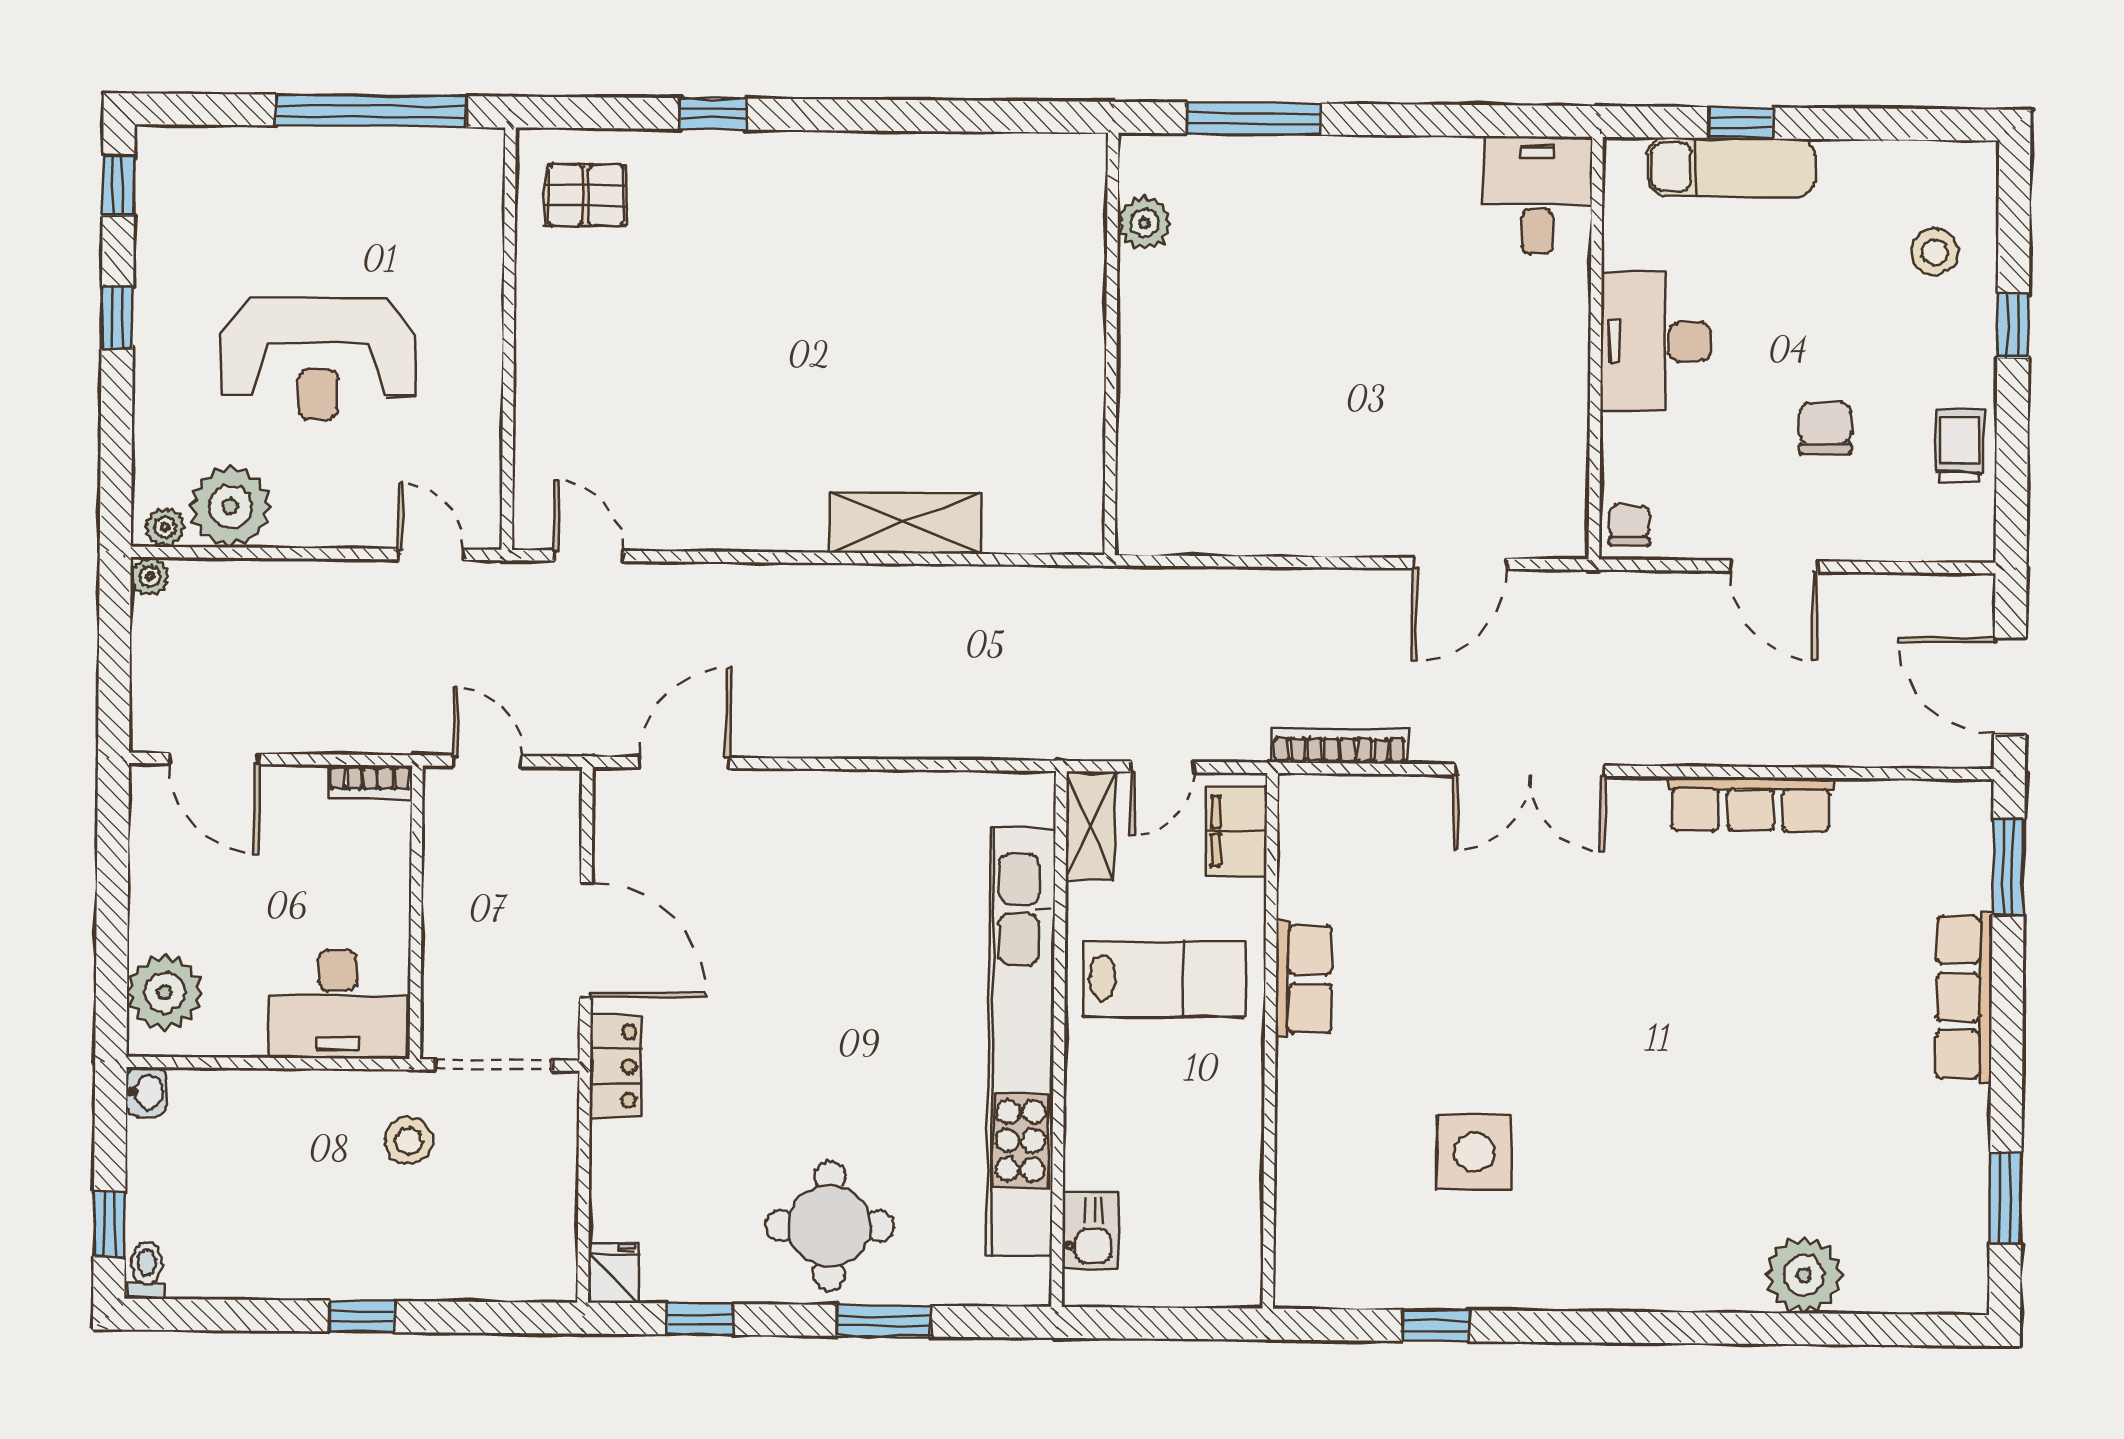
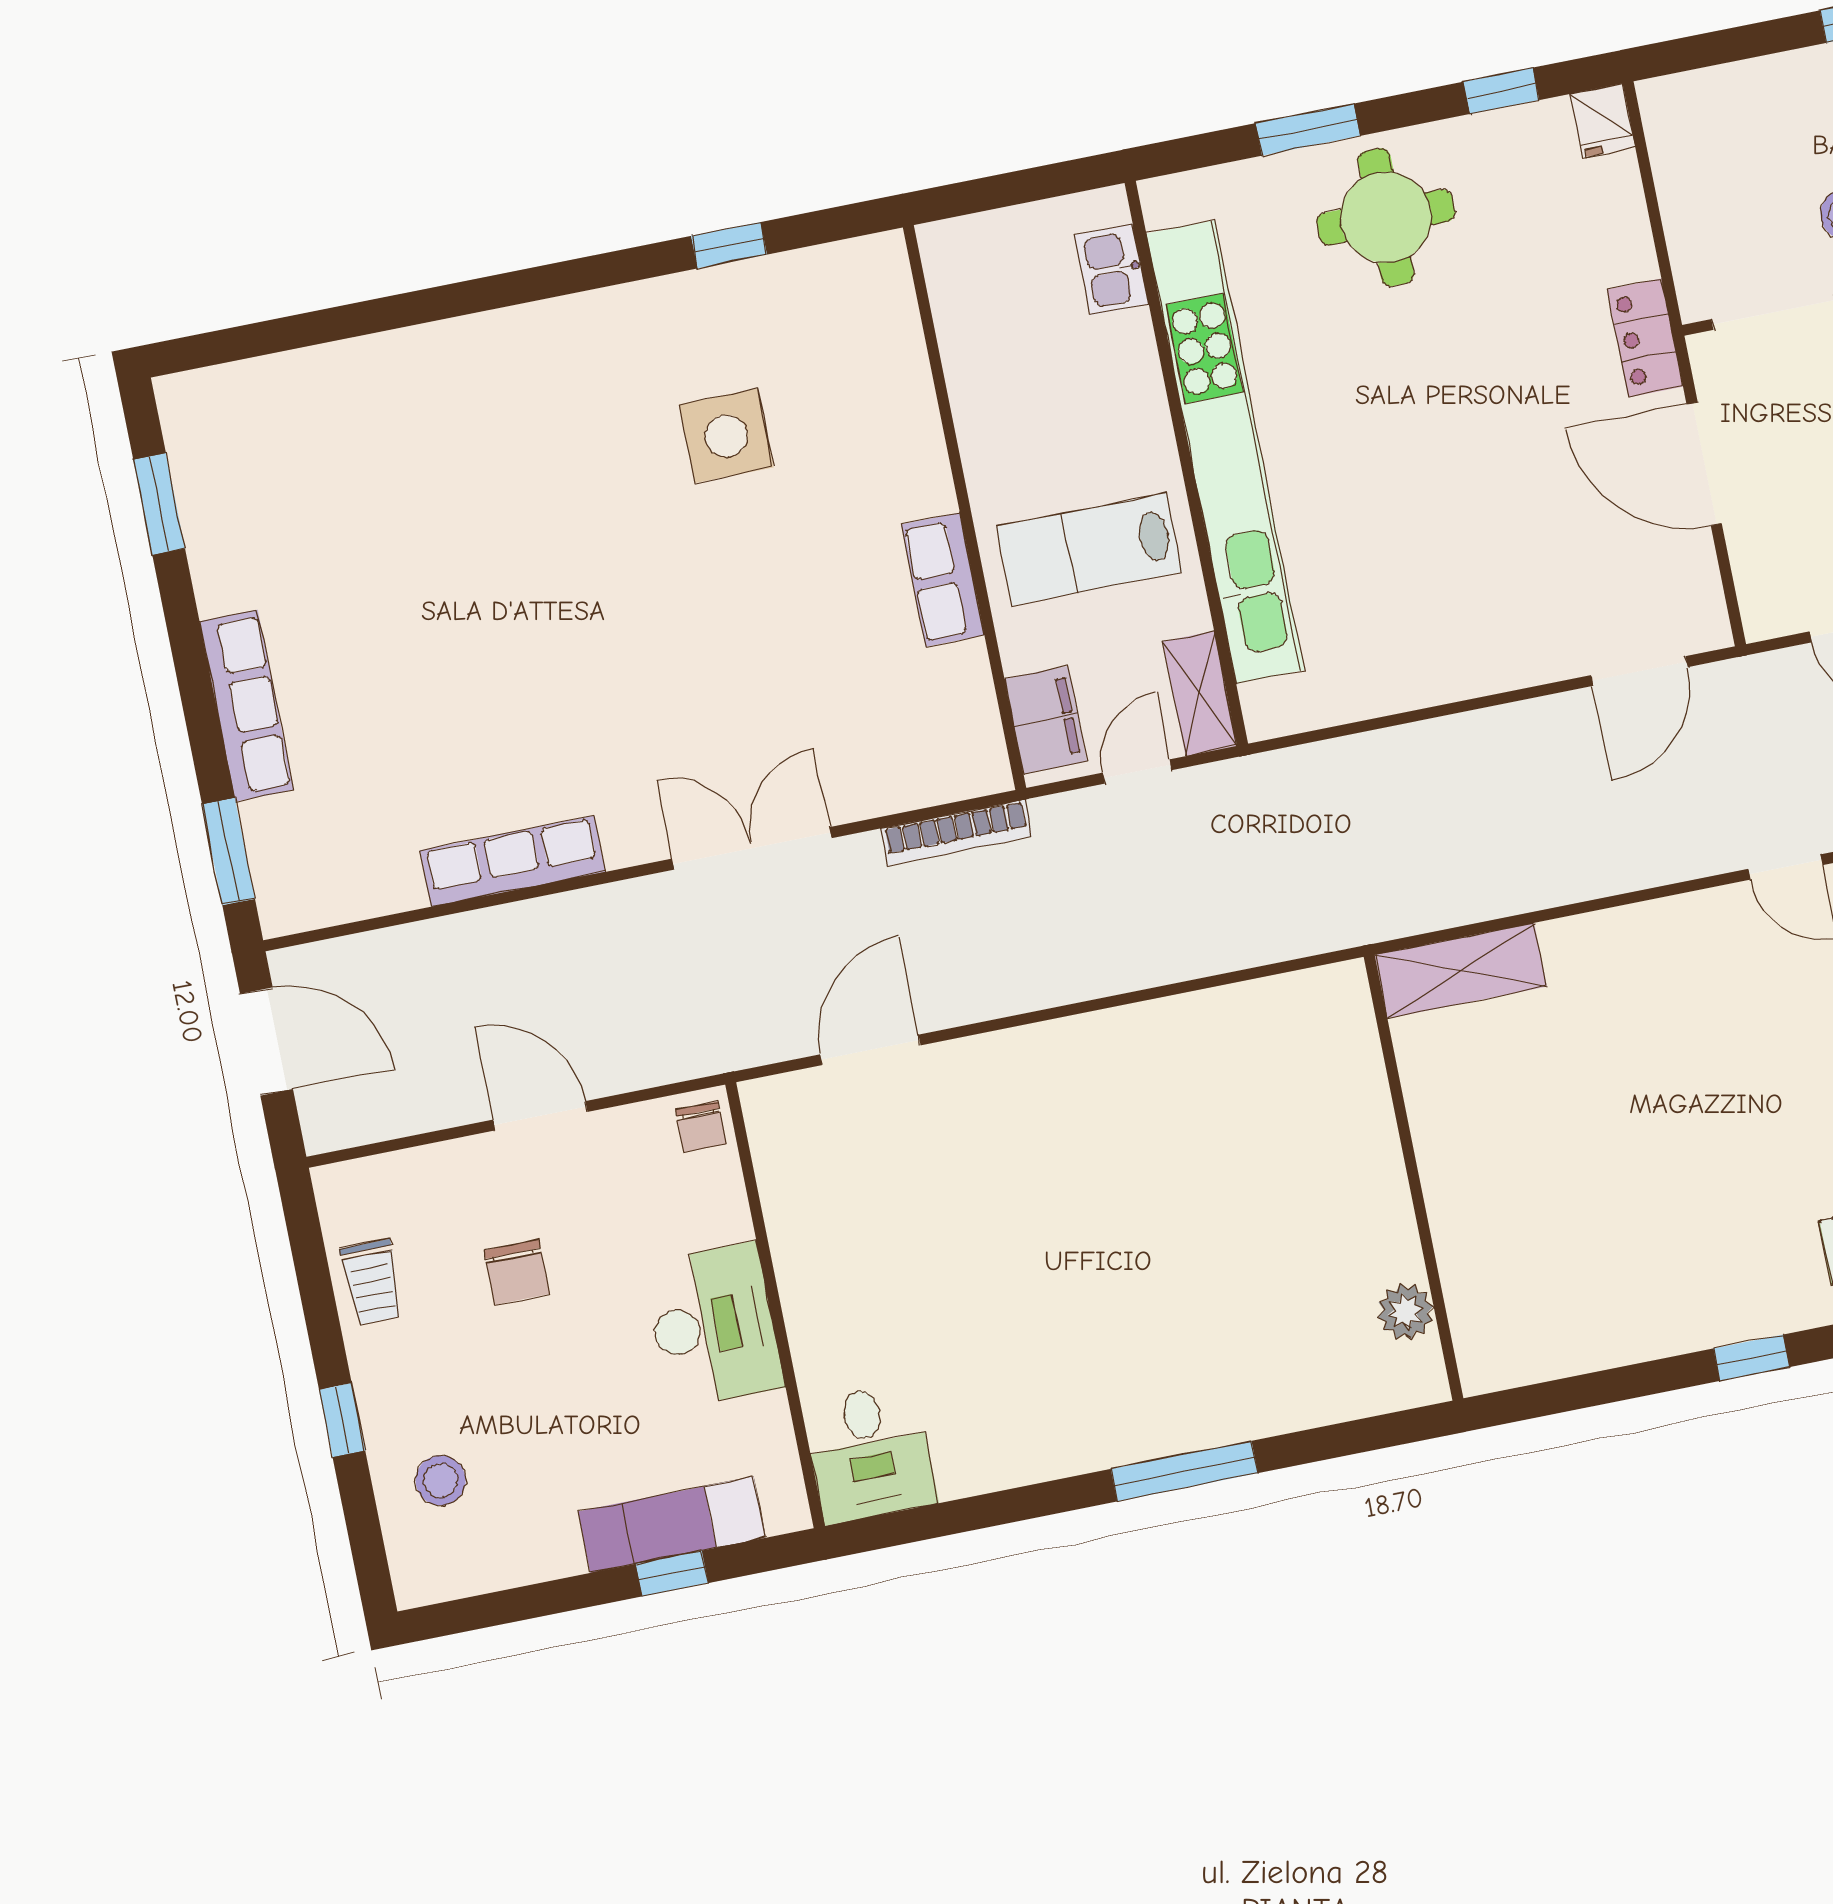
plant: (1144, 223) -> (1406, 1312), moved
wall: (1111, 344) -> (1414, 1178), moved
plant: (1804, 1275) -> (354, 379), removed

